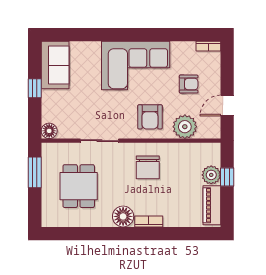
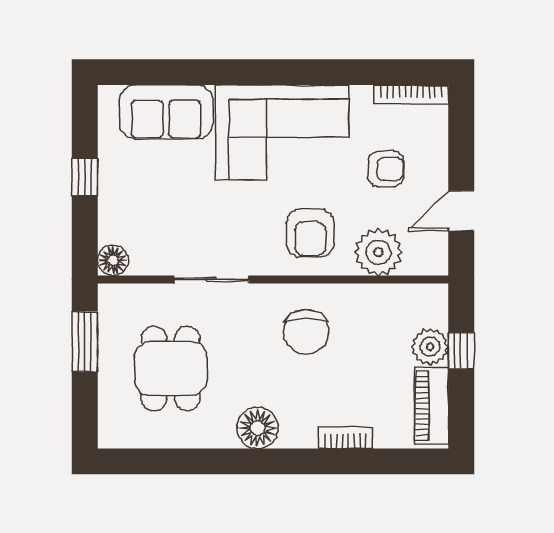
bookcase: (208, 46) -> (411, 95), width x1.56
sofa: (55, 65) -> (166, 112), moved, turned 90
bookcase: (149, 221) -> (346, 438), moved

